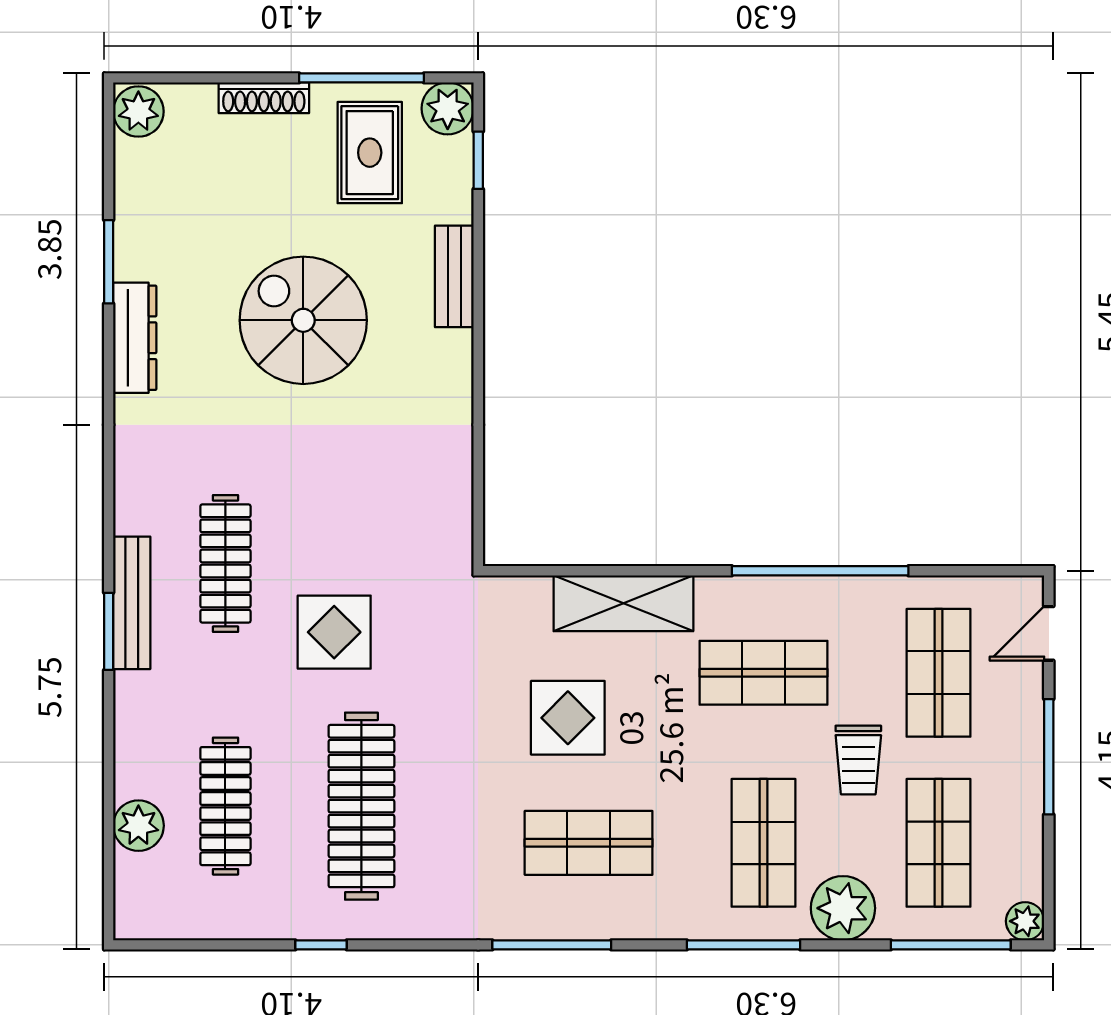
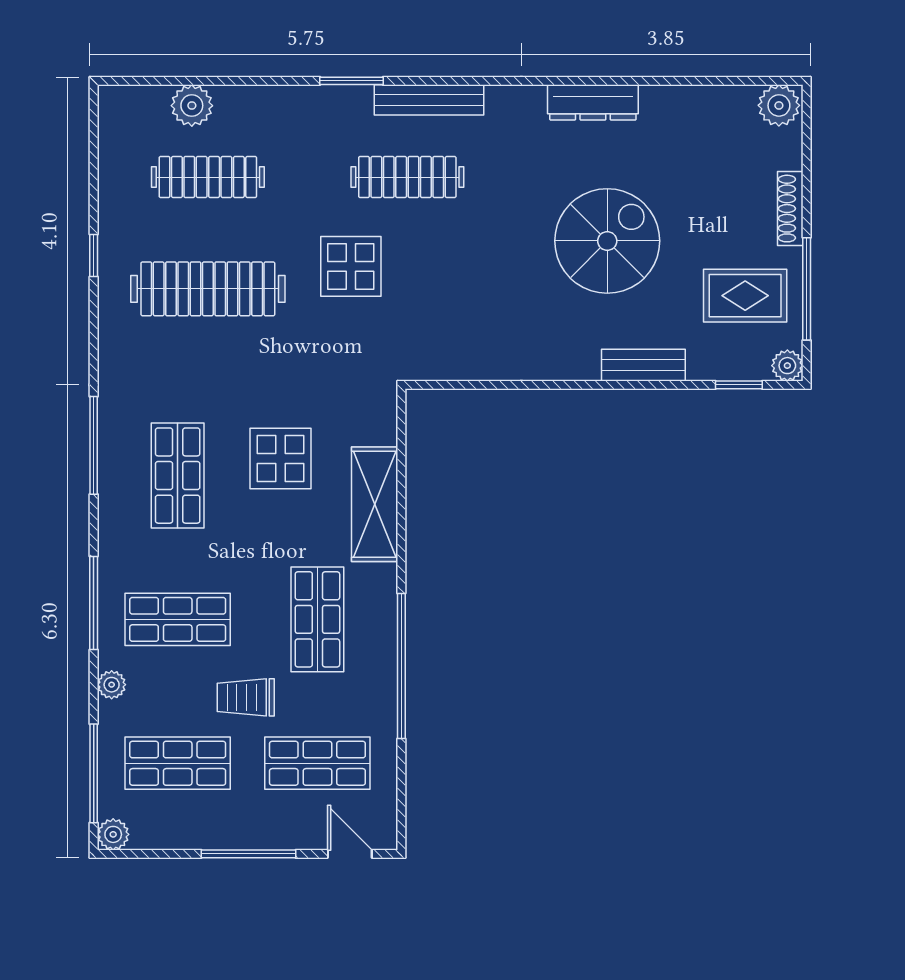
plant: (448, 108) -> (787, 366), width x0.73, depth x0.73
window: (109, 262) -> (655, 81), removed
bench: (132, 603) -> (429, 100), moved
plant: (843, 908) -> (112, 685), width x0.53, depth x0.53

